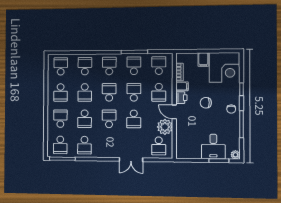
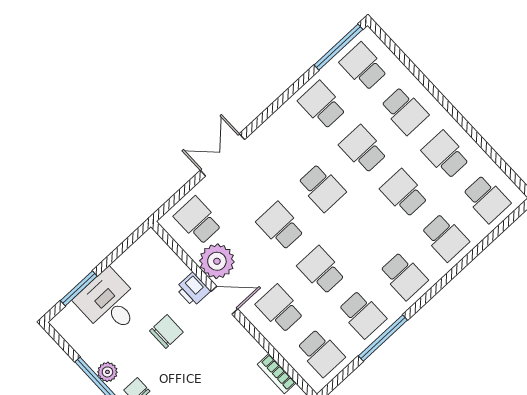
filing cabinet: (182, 86) -> (251, 354), removed
school desk: (109, 92) -> (363, 232), removed
school desk: (134, 92) -> (321, 270), turned 180
printer: (181, 98) -> (193, 290), moved
chair: (206, 103) -> (166, 332), moved
plant: (235, 155) -> (107, 372), moved

